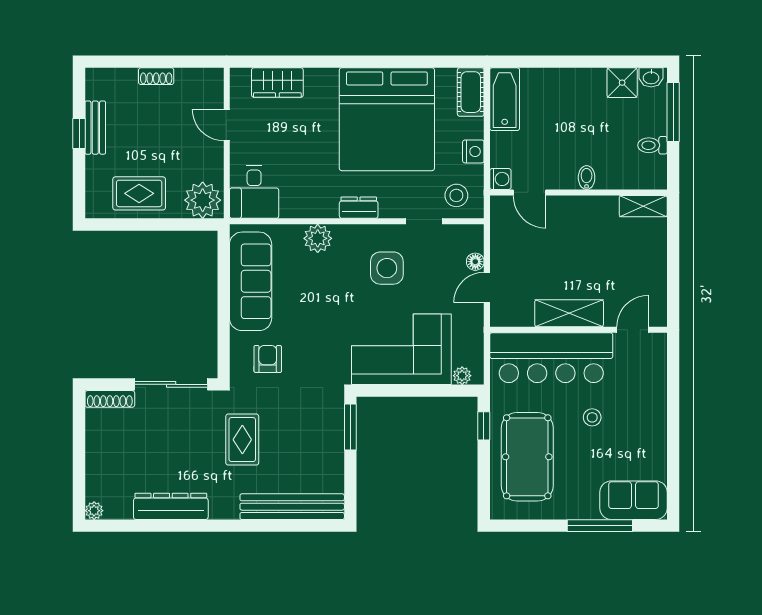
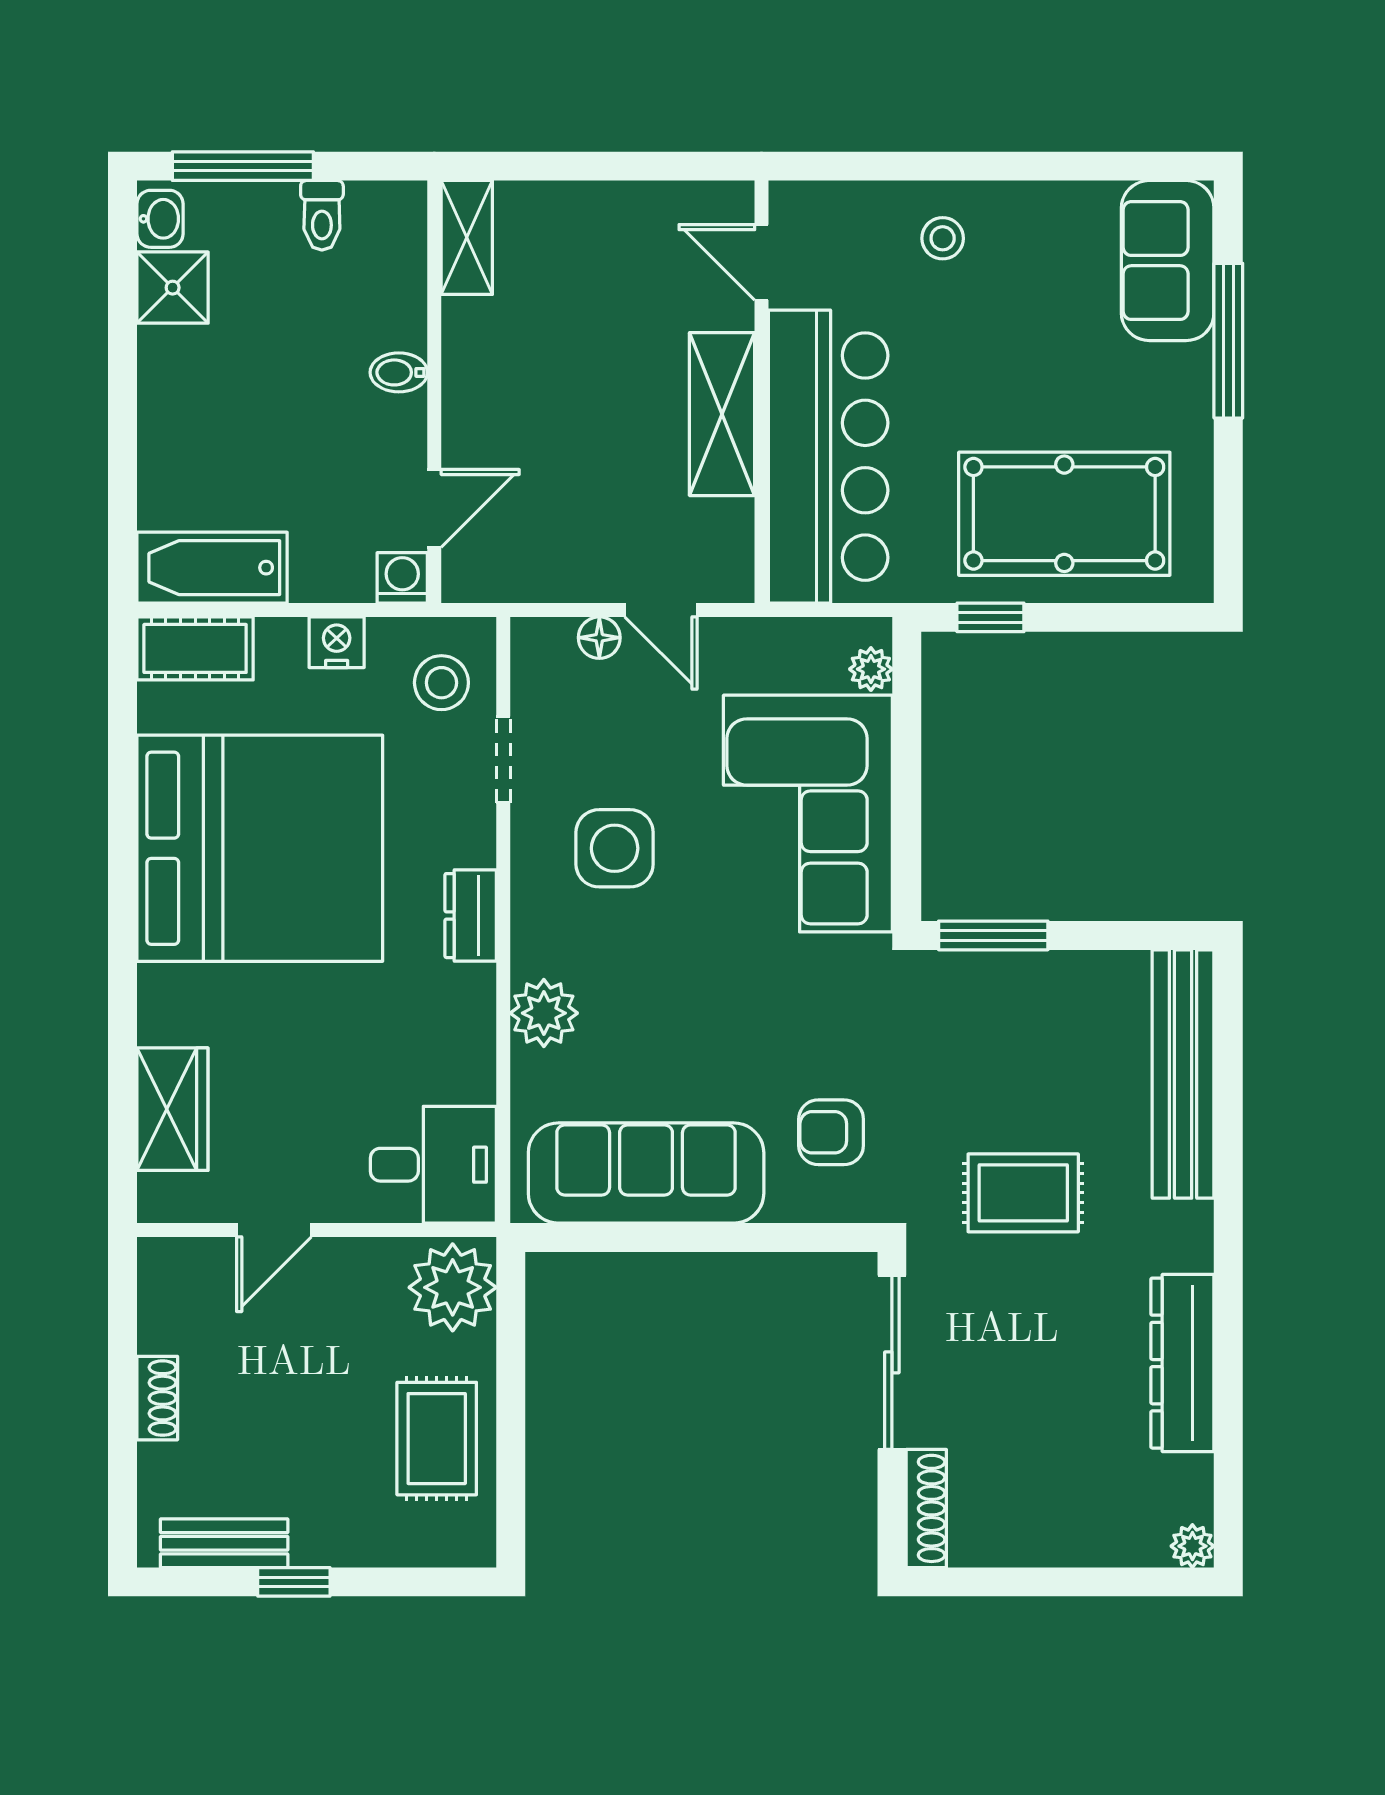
bench: (95, 128) -> (224, 1543), moved
stool: (592, 417) -> (943, 238), moved

